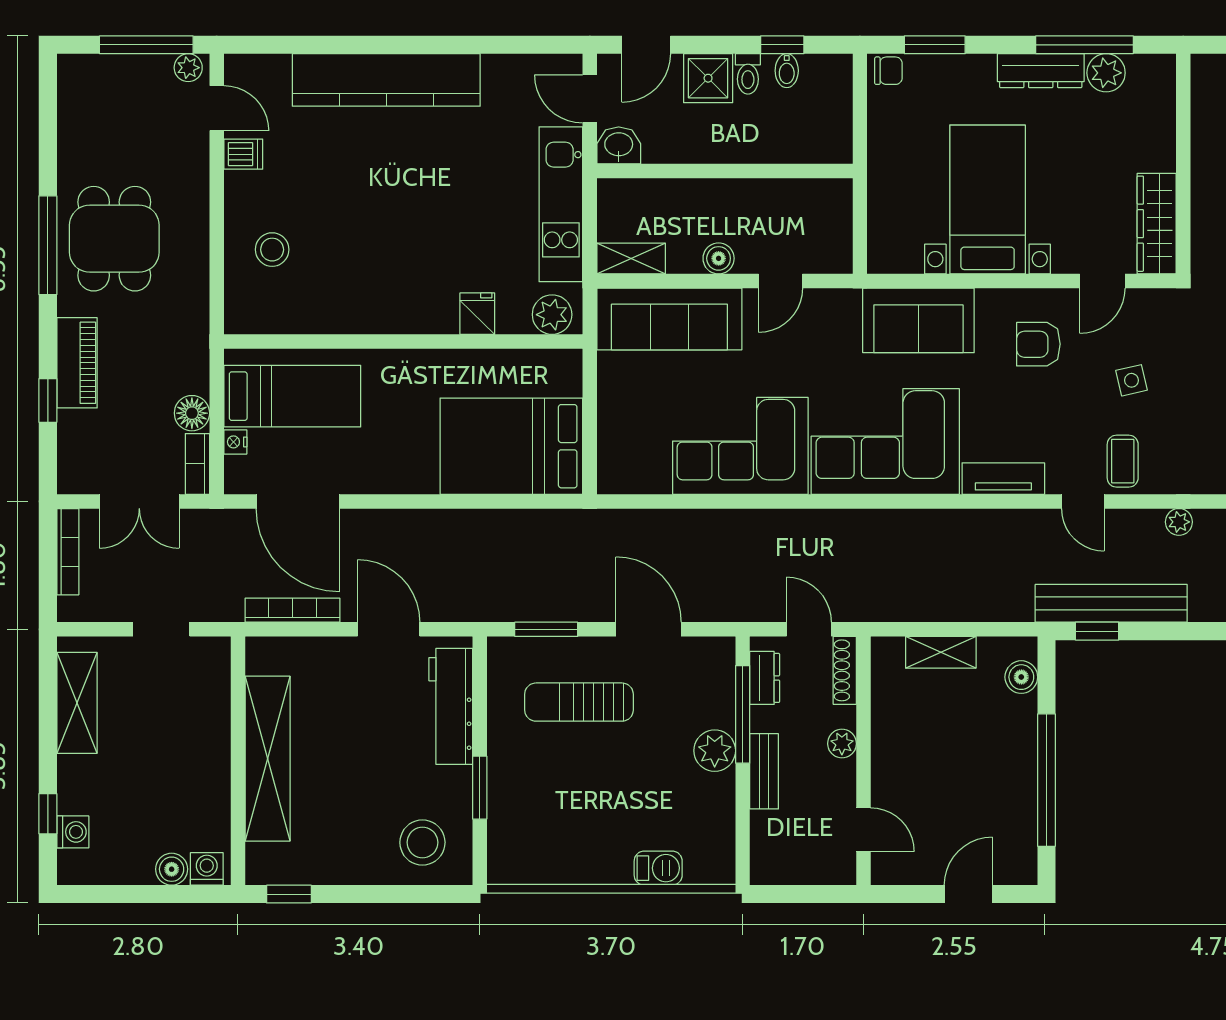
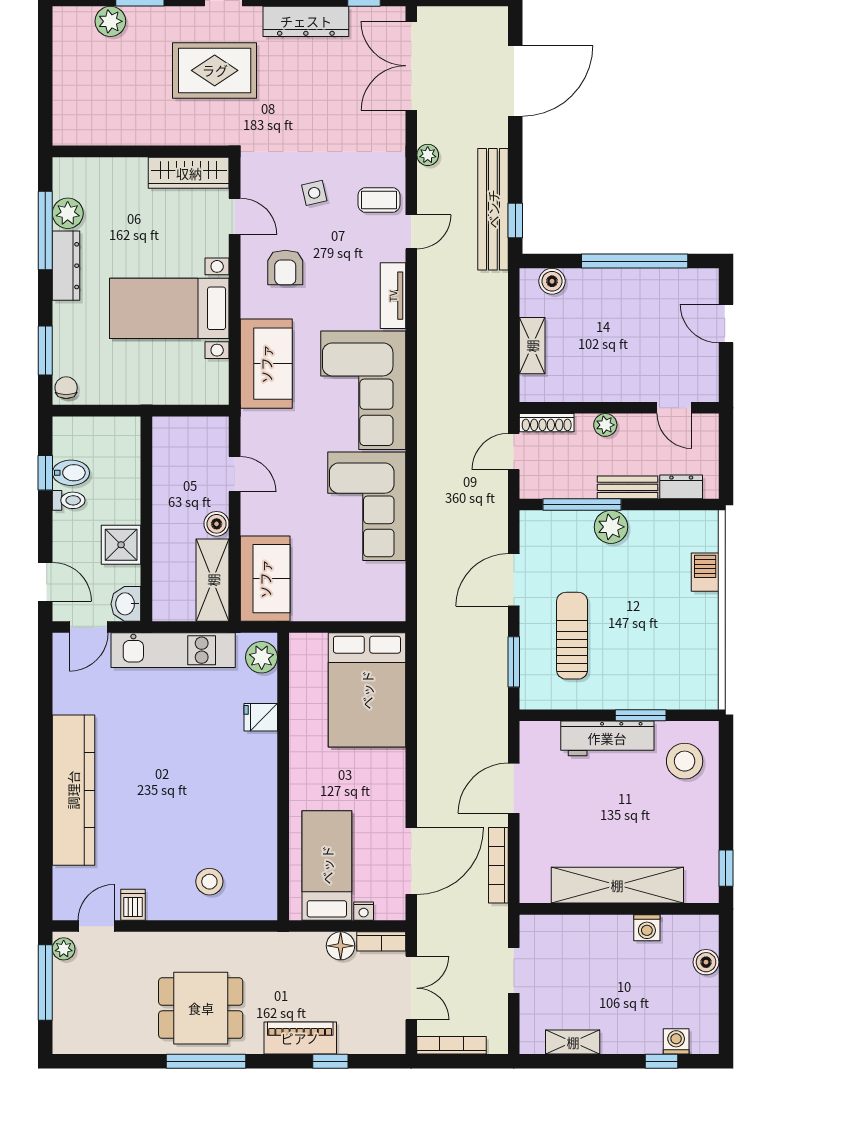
bidet: (787, 71) -> (71, 473), width x1.38, depth x1.36
shower: (708, 78) -> (121, 545), moved
shelving: (631, 259) -> (213, 580), width x1.50, depth x1.33
sofa: (669, 319) -> (265, 579), width x0.73
dresser: (765, 678) -> (681, 487), moved
sun lounger: (579, 702) -> (572, 636), turned 180
shelving: (77, 703) -> (573, 1042), width x0.67, depth x0.75
workbench: (451, 706) -> (607, 738), moved
door: (863, 830) -> (674, 408), swing flipped
washing machine: (207, 869) -> (647, 928), moved, turned -90

